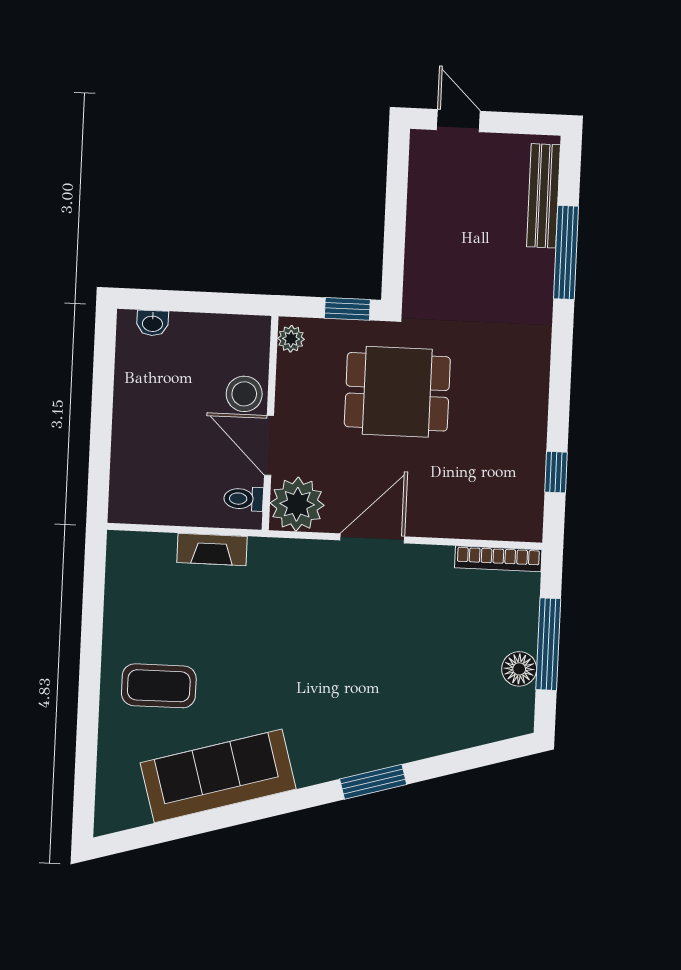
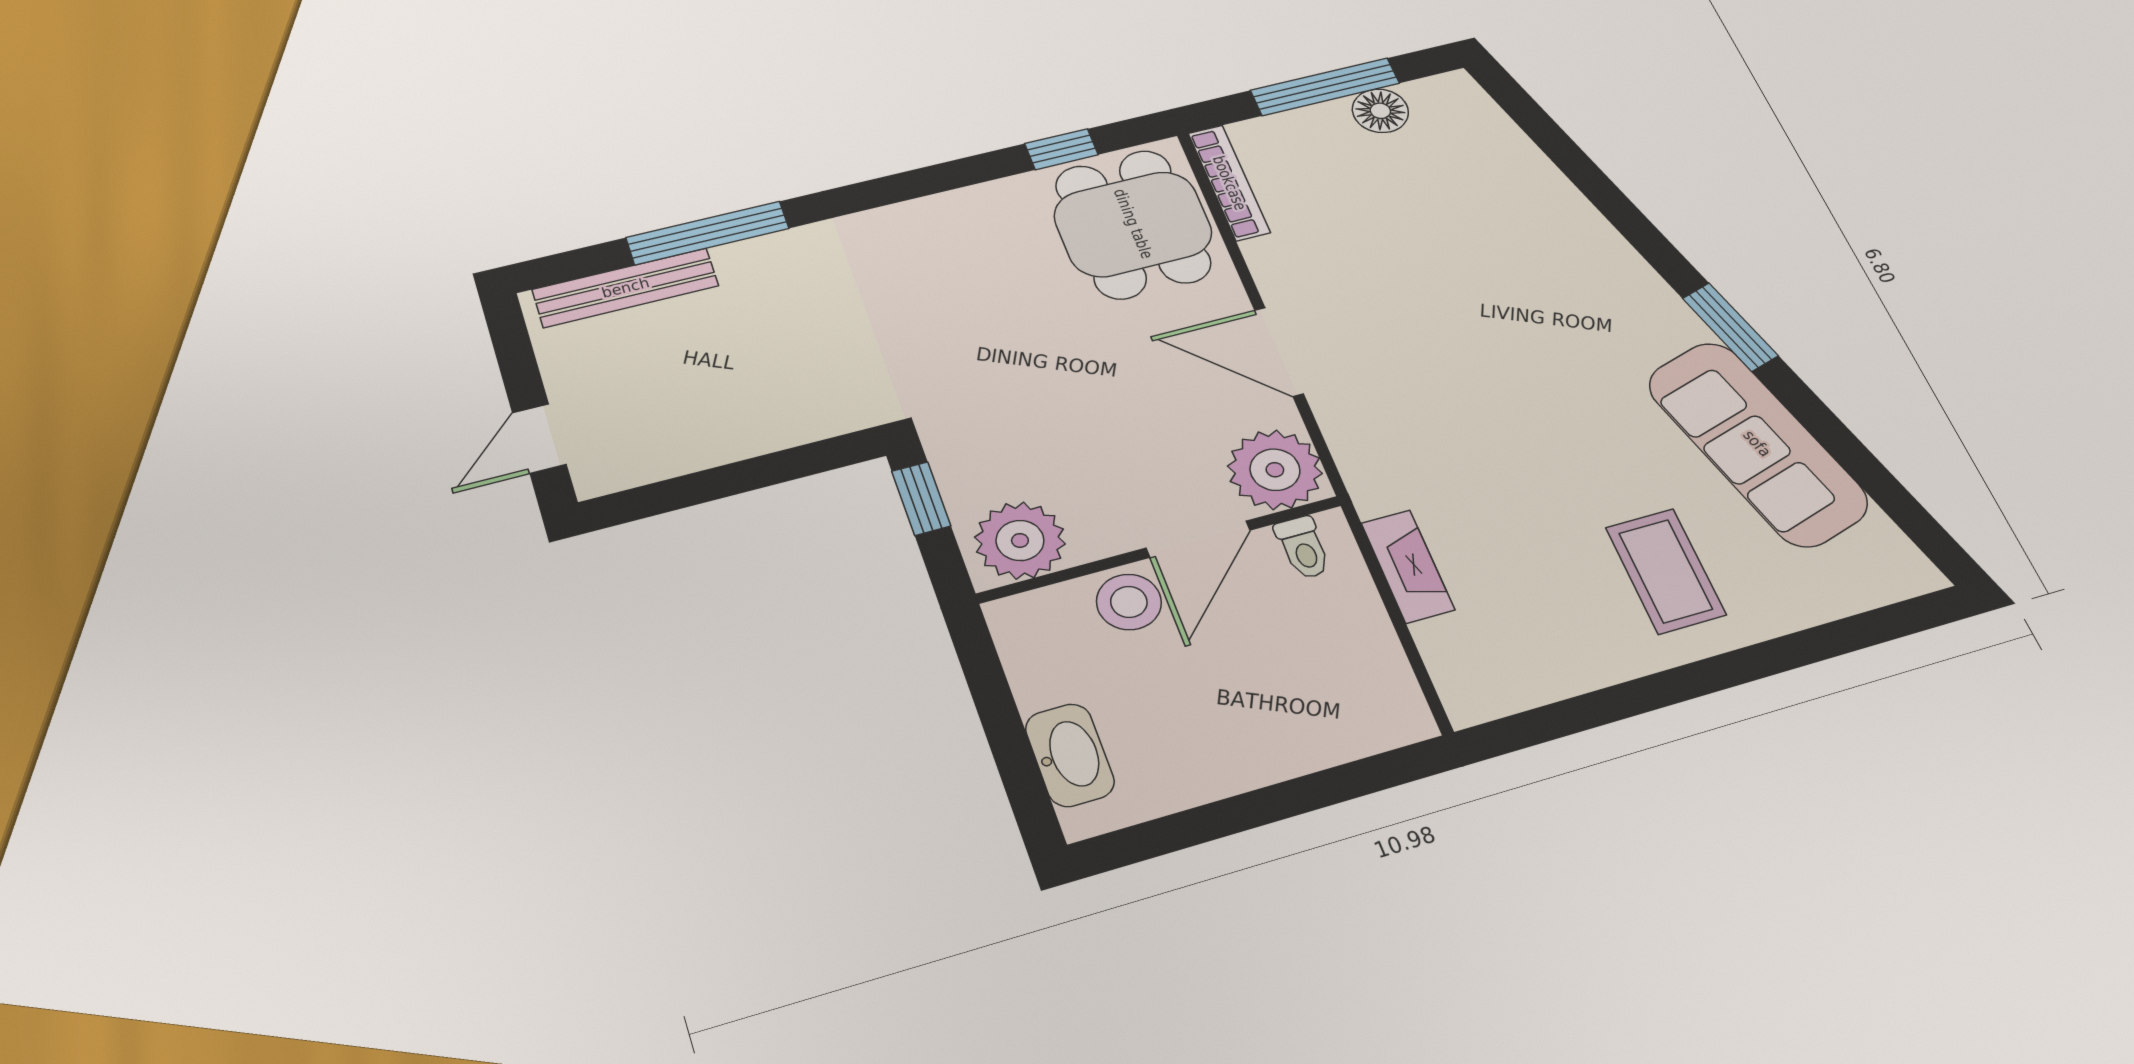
washbasin: (152, 323) -> (1070, 755), width x1.91, depth x1.45
plant: (291, 339) -> (1020, 540), width x1.87, depth x1.87
dining table: (397, 392) -> (1133, 224), moved
window: (373, 782) -> (1730, 327), moved

